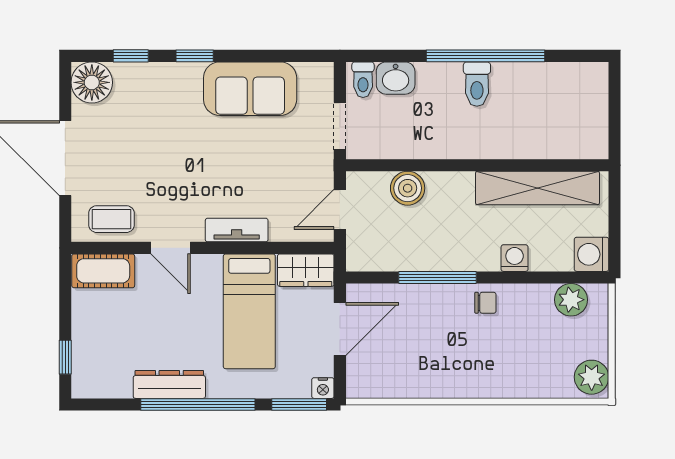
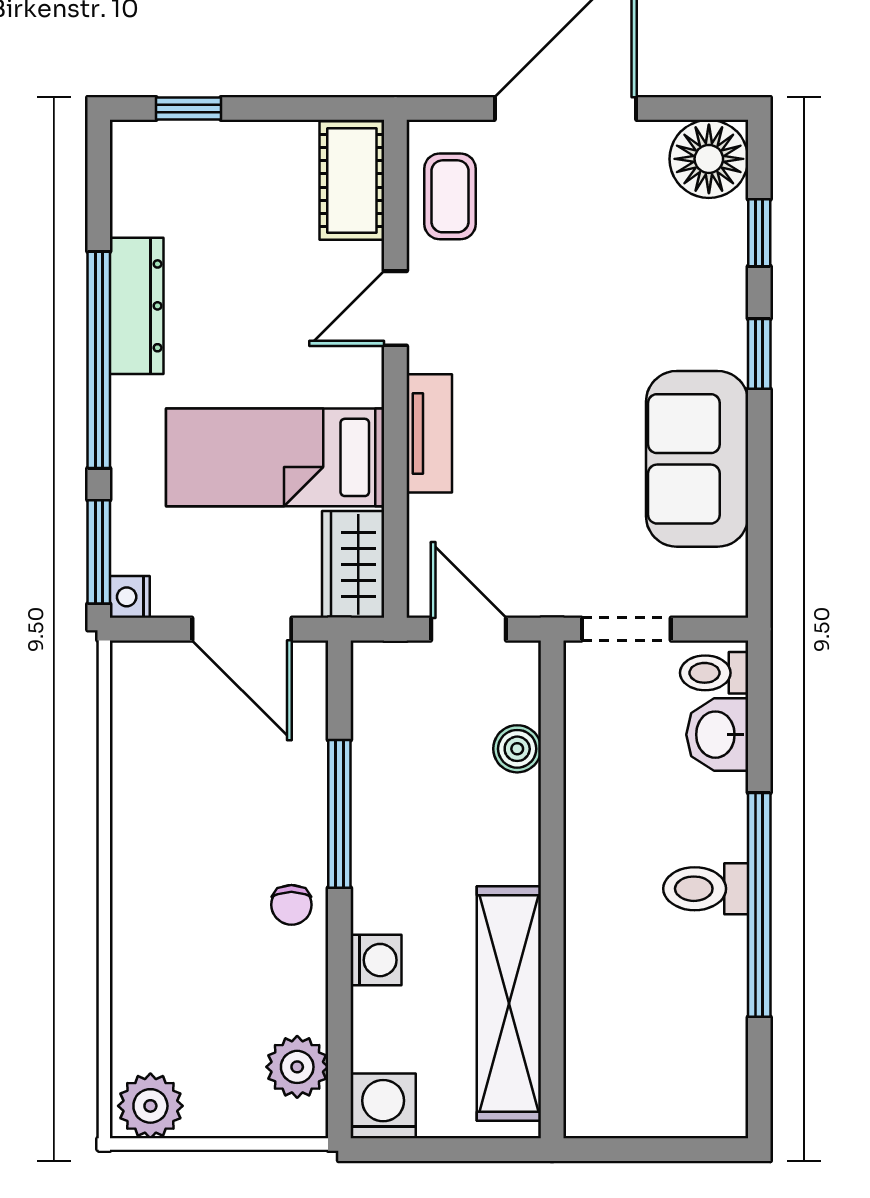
boiler: (408, 188) -> (517, 749), width x0.73, depth x0.73

